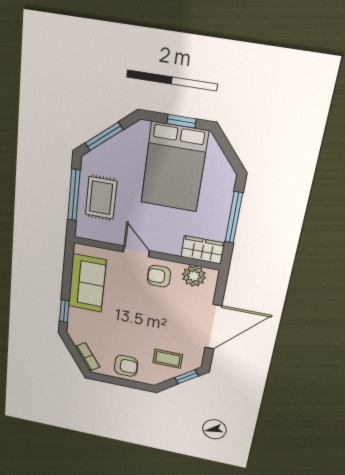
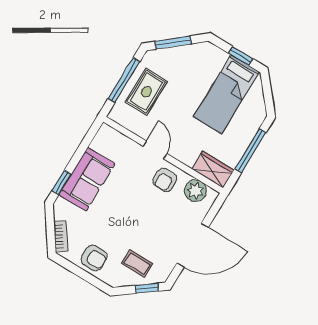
bed: (174, 167) -> (226, 94), width x0.67
armchair: (159, 276) -> (165, 180), turned -90
sofa: (87, 283) -> (87, 179), moved

